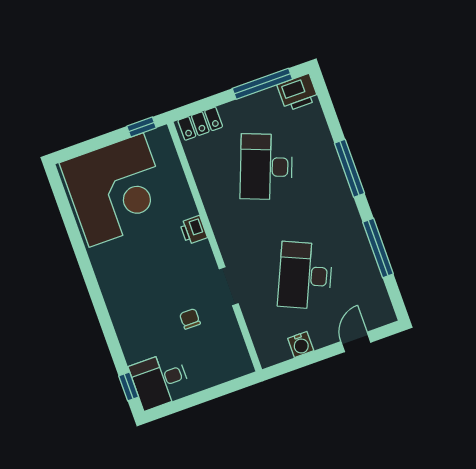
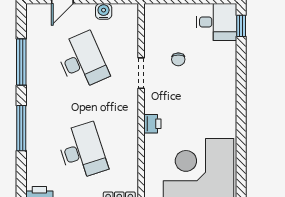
desk: (266, 167) -> (82, 151), turned -39
desk: (305, 276) -> (82, 61), turned -48

